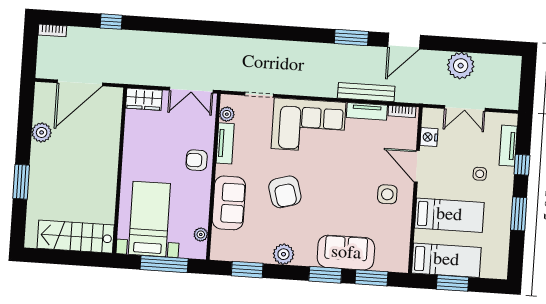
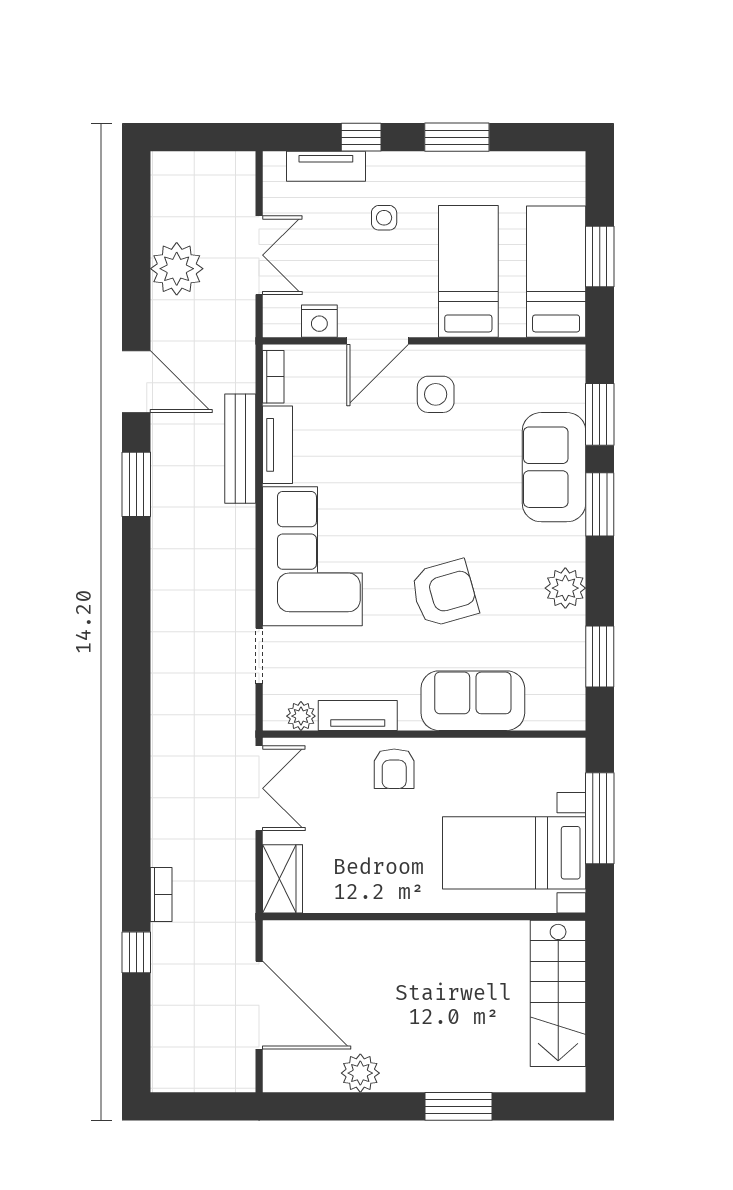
bookcase: (52, 30) -> (161, 895), moved
plant: (201, 234) -> (538, 751), removed

